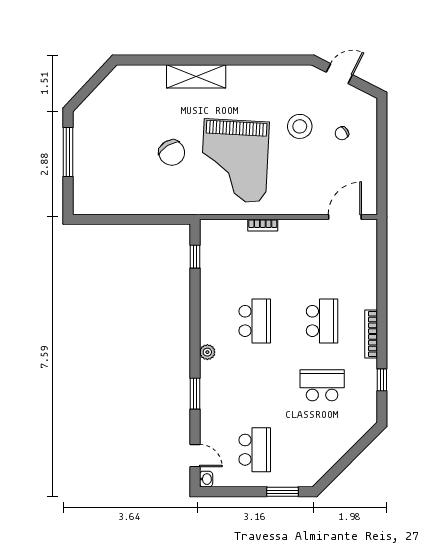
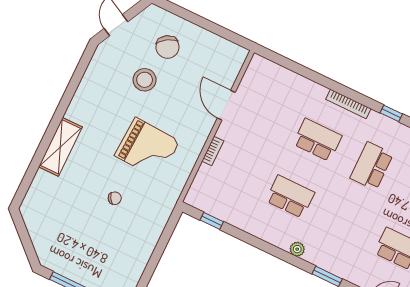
chair: (342, 133) -> (167, 47), width x1.87, depth x1.87
chair: (172, 153) -> (115, 198), width x0.54, depth x0.54
grand piano: (235, 161) -> (147, 148), width x0.73, depth x0.68
door: (345, 217) -> (226, 105), moved

